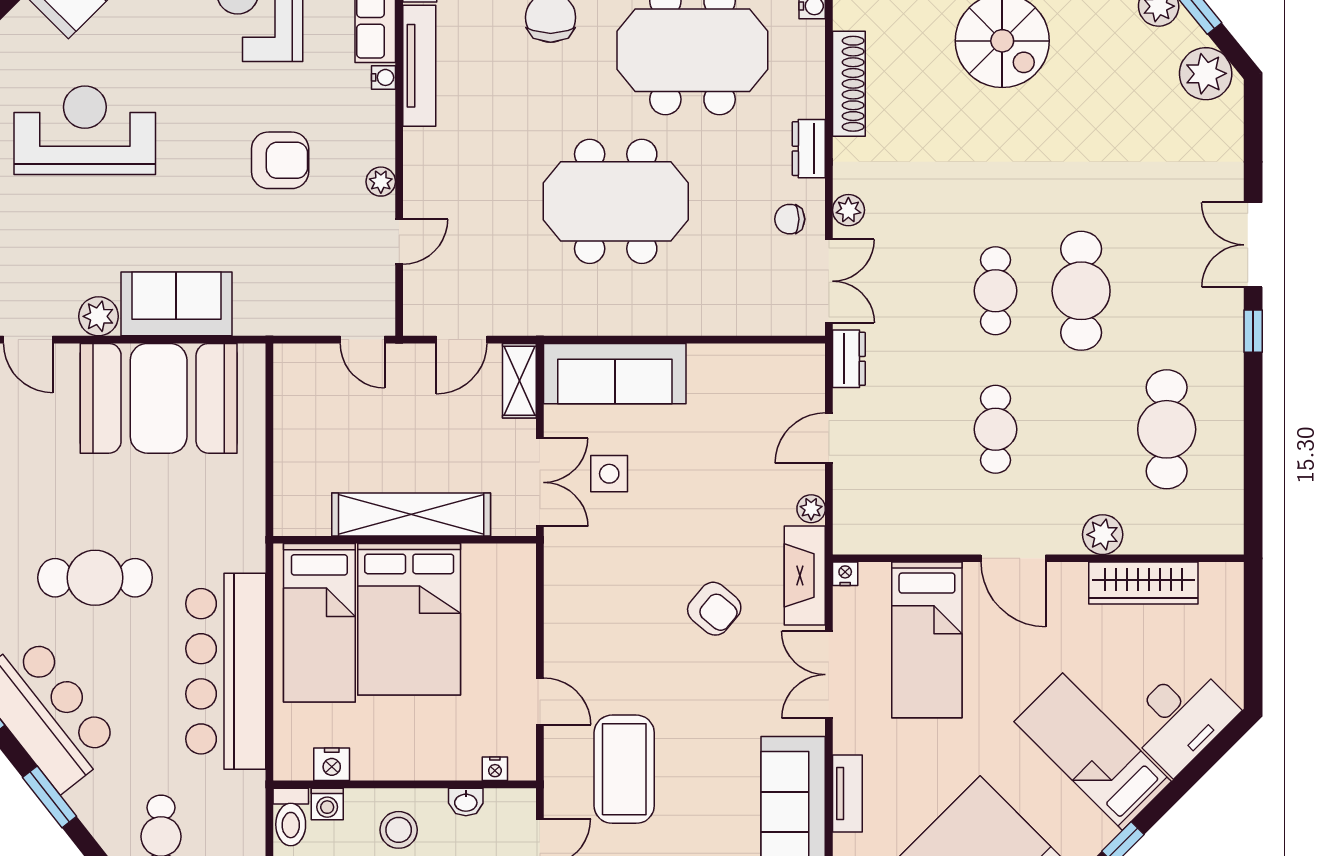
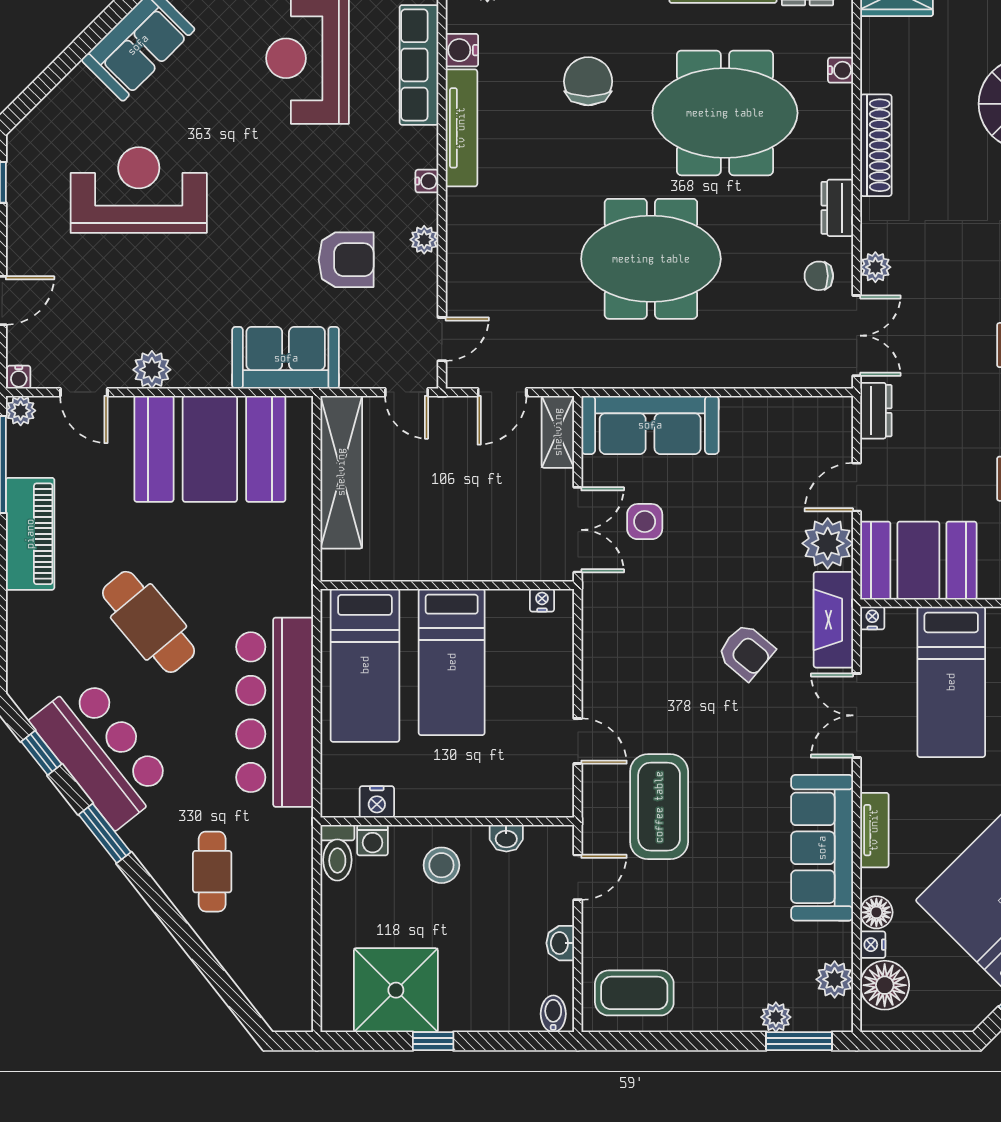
water cooler: (384, 77) -> (427, 181), moved
armchair: (280, 160) -> (346, 260), moved
door: (399, 242) -> (442, 339), moved
sofa: (176, 304) -> (286, 358), moved
plant: (811, 509) -> (828, 543), width x1.87, depth x1.87
shelving: (411, 514) -> (341, 472), moved, turned 90
booth: (893, 514) -> (918, 561), added
cafe table: (95, 578) -> (149, 622), turned 50
bed: (409, 619) -> (452, 662), width x0.67
nightstand: (495, 769) -> (542, 600), moved, turned 180

